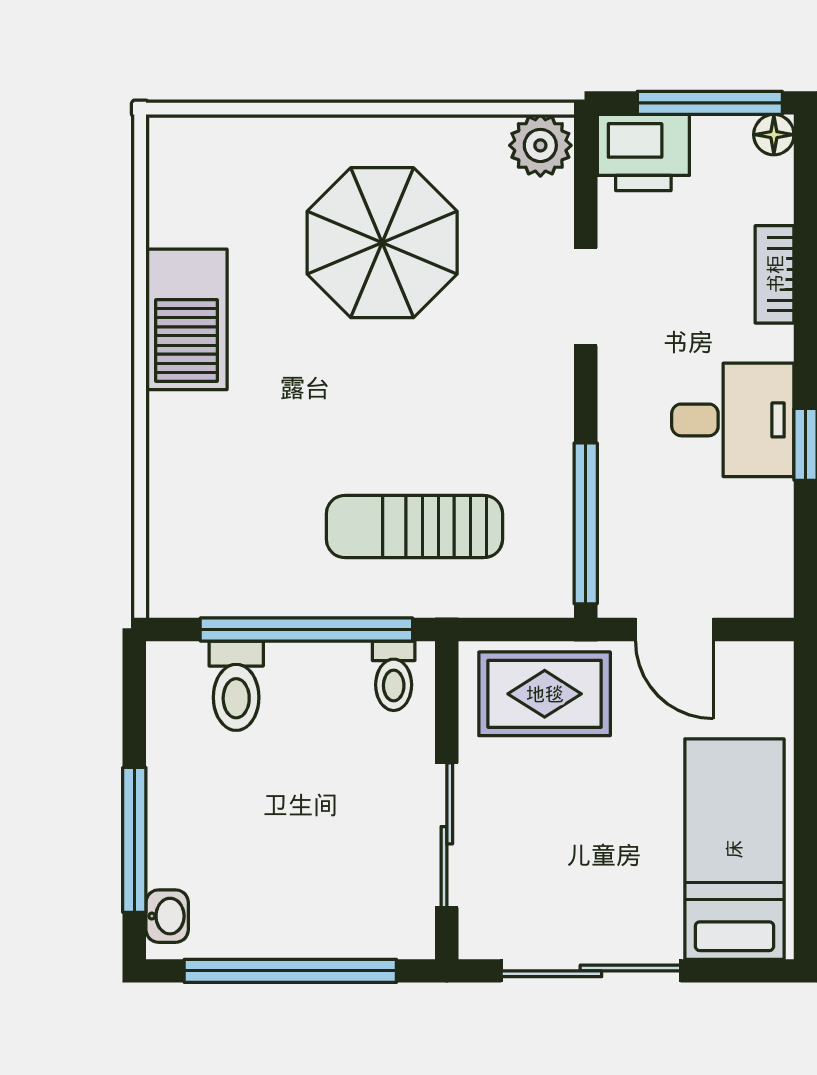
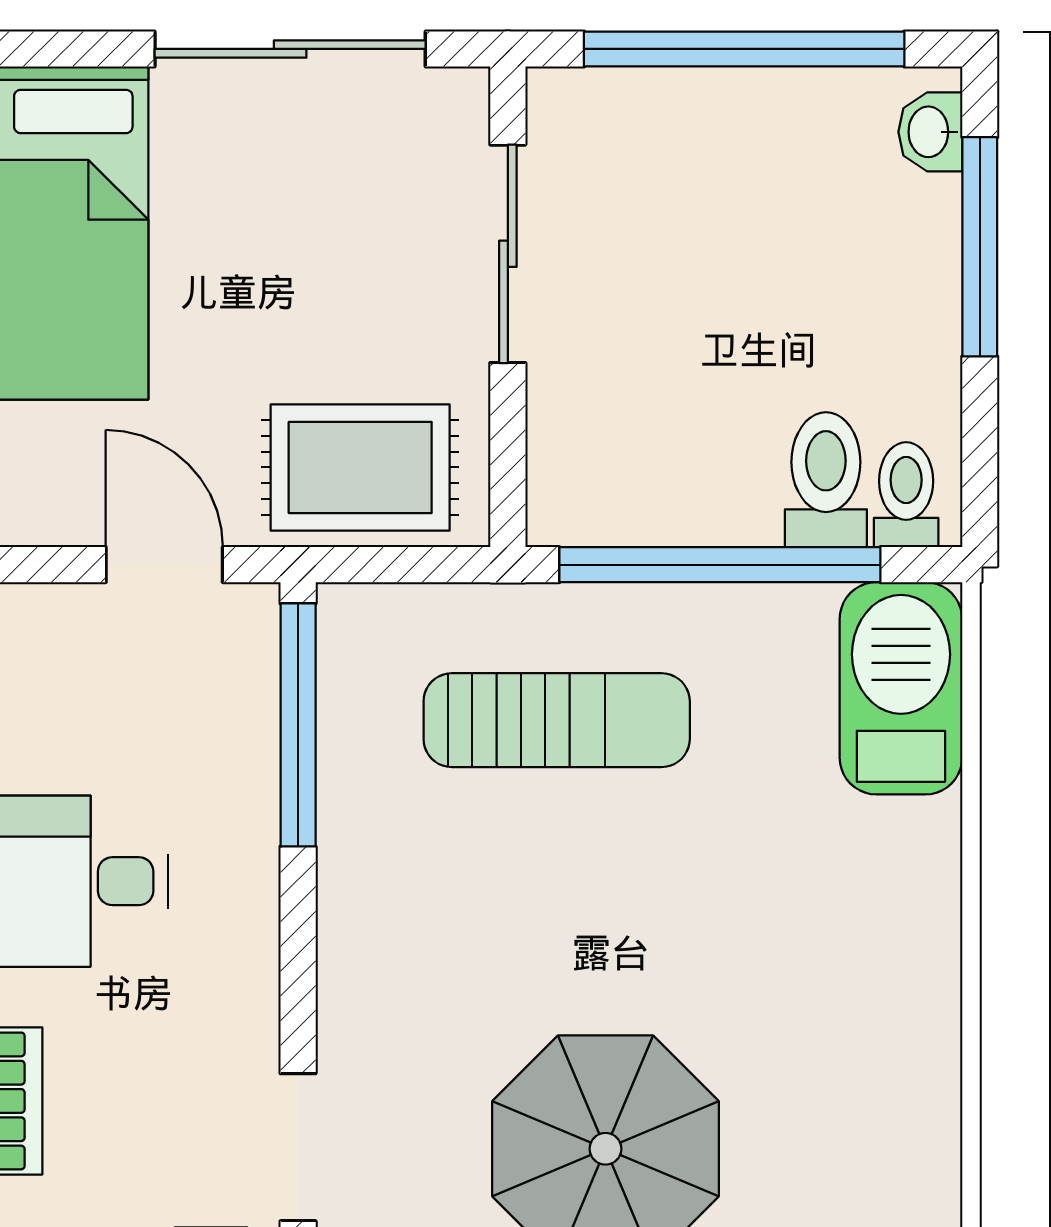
doorway: (586, 297) -> (298, 1147), moved
barbecue: (186, 319) -> (901, 688), moved
toilet: (394, 676) -> (906, 495), moved

